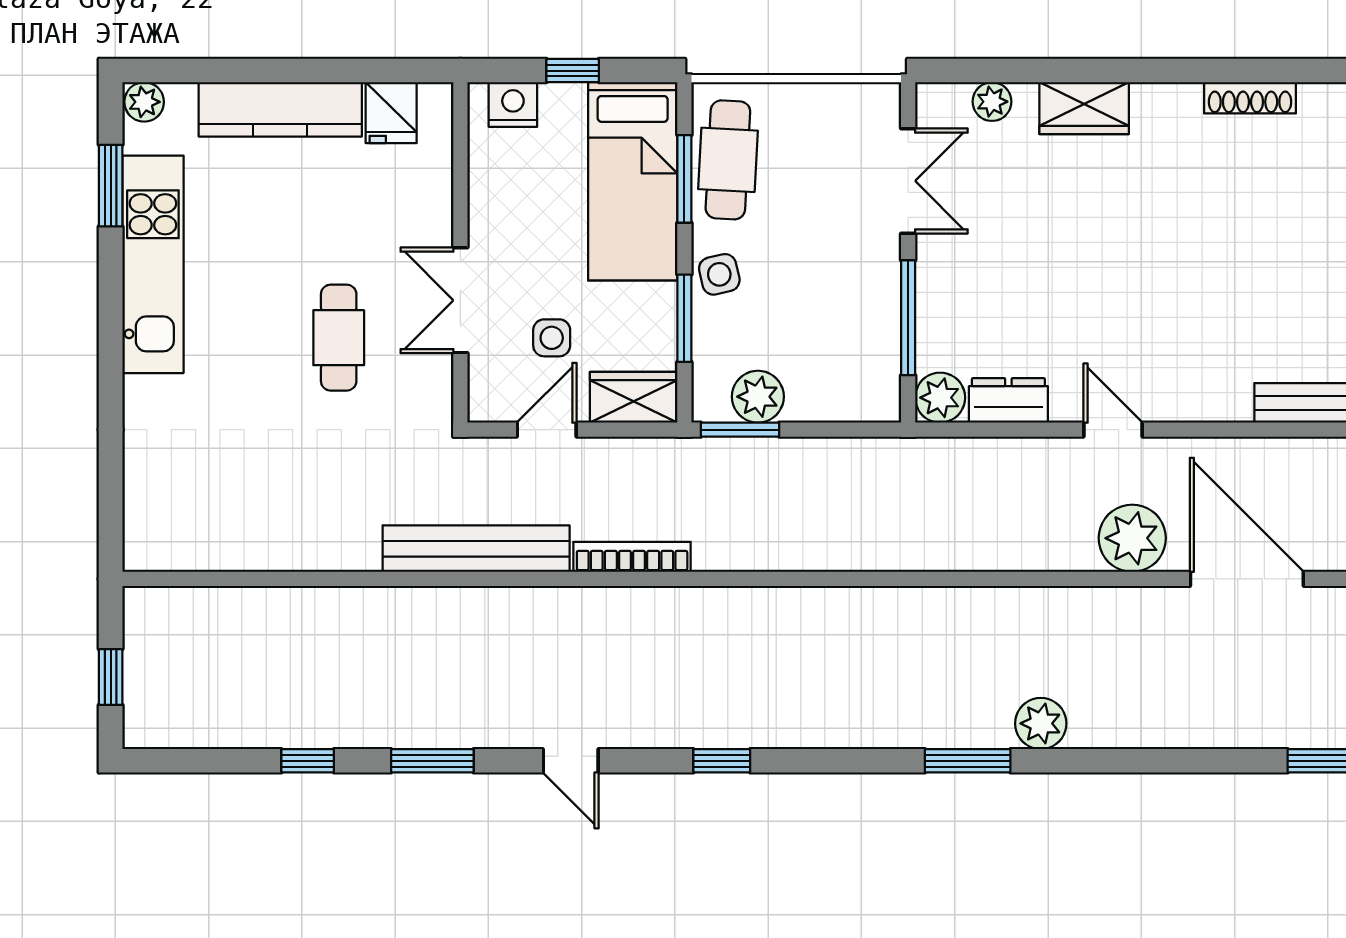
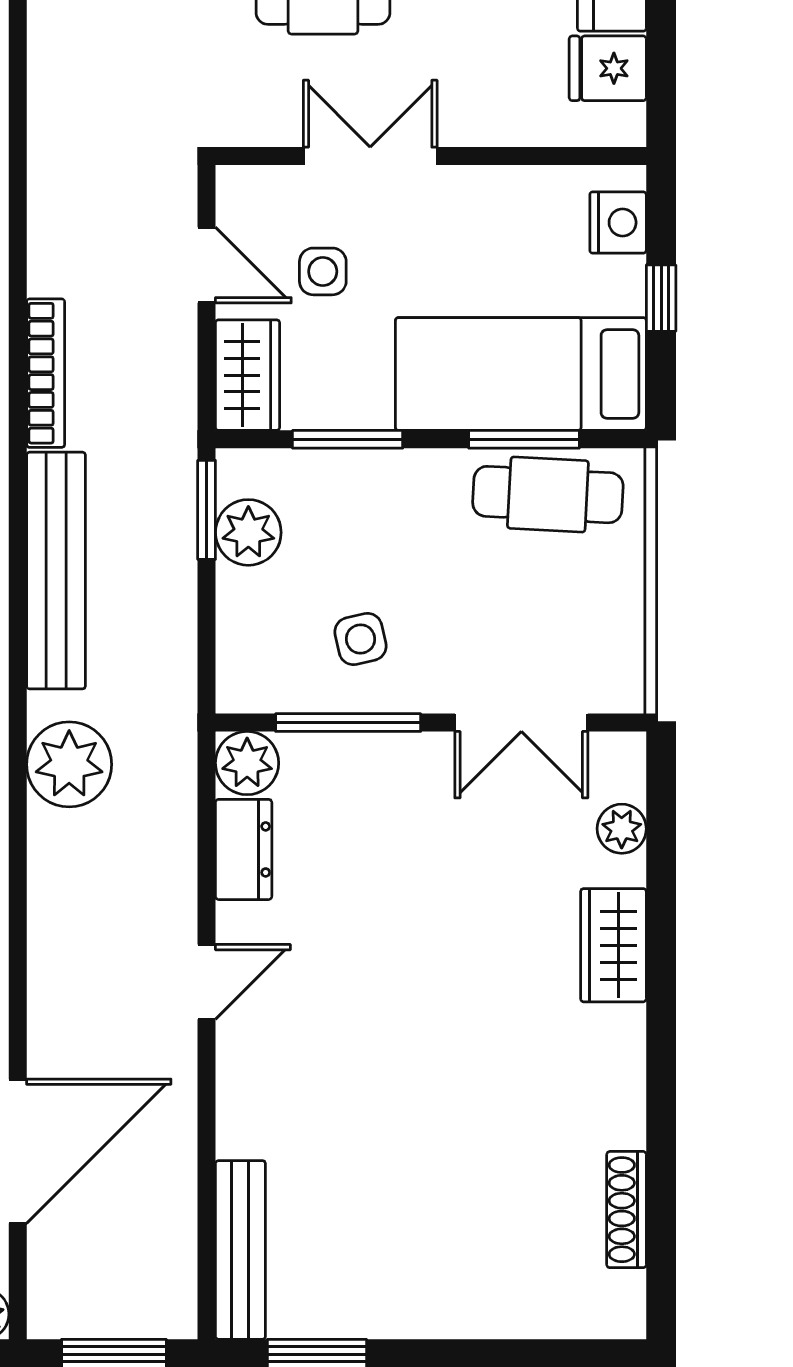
shoe rack: (1250, 98) -> (627, 1210), moved
side table: (719, 274) -> (361, 639), moved
plant: (1132, 538) -> (69, 764), moved
bench: (476, 549) -> (56, 571), moved

